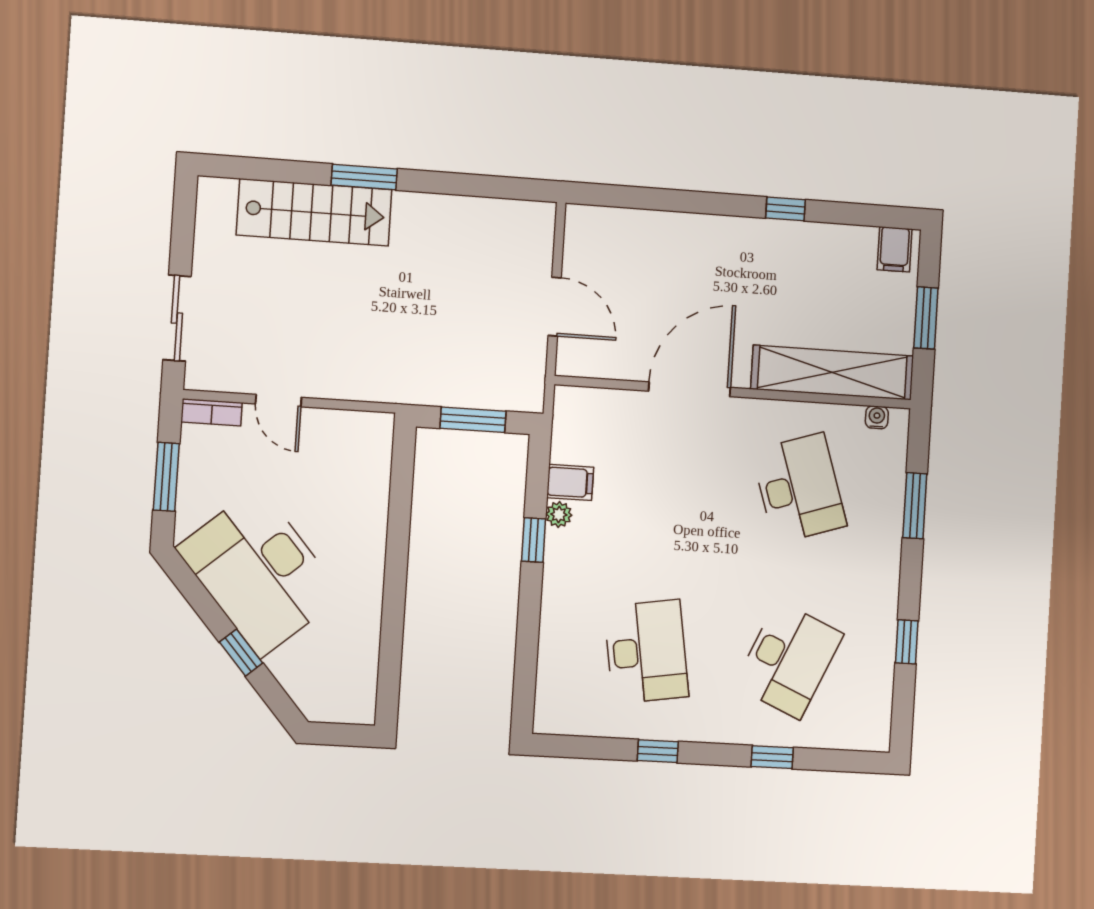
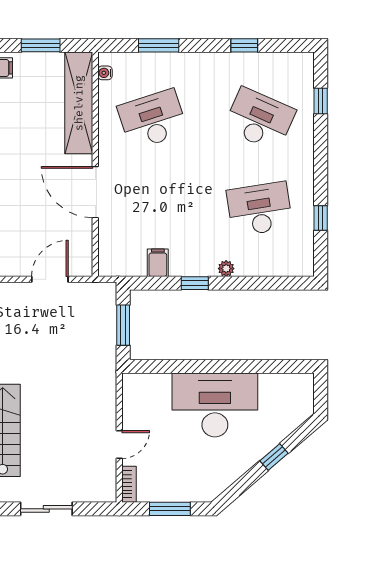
sliding door: (177, 318) -> (46, 509), moved
plant: (559, 514) -> (226, 269), moved
desk: (260, 572) -> (215, 405), moved, turned -139
window: (658, 751) -> (321, 218), moved
window: (772, 757) -> (321, 101), moved

